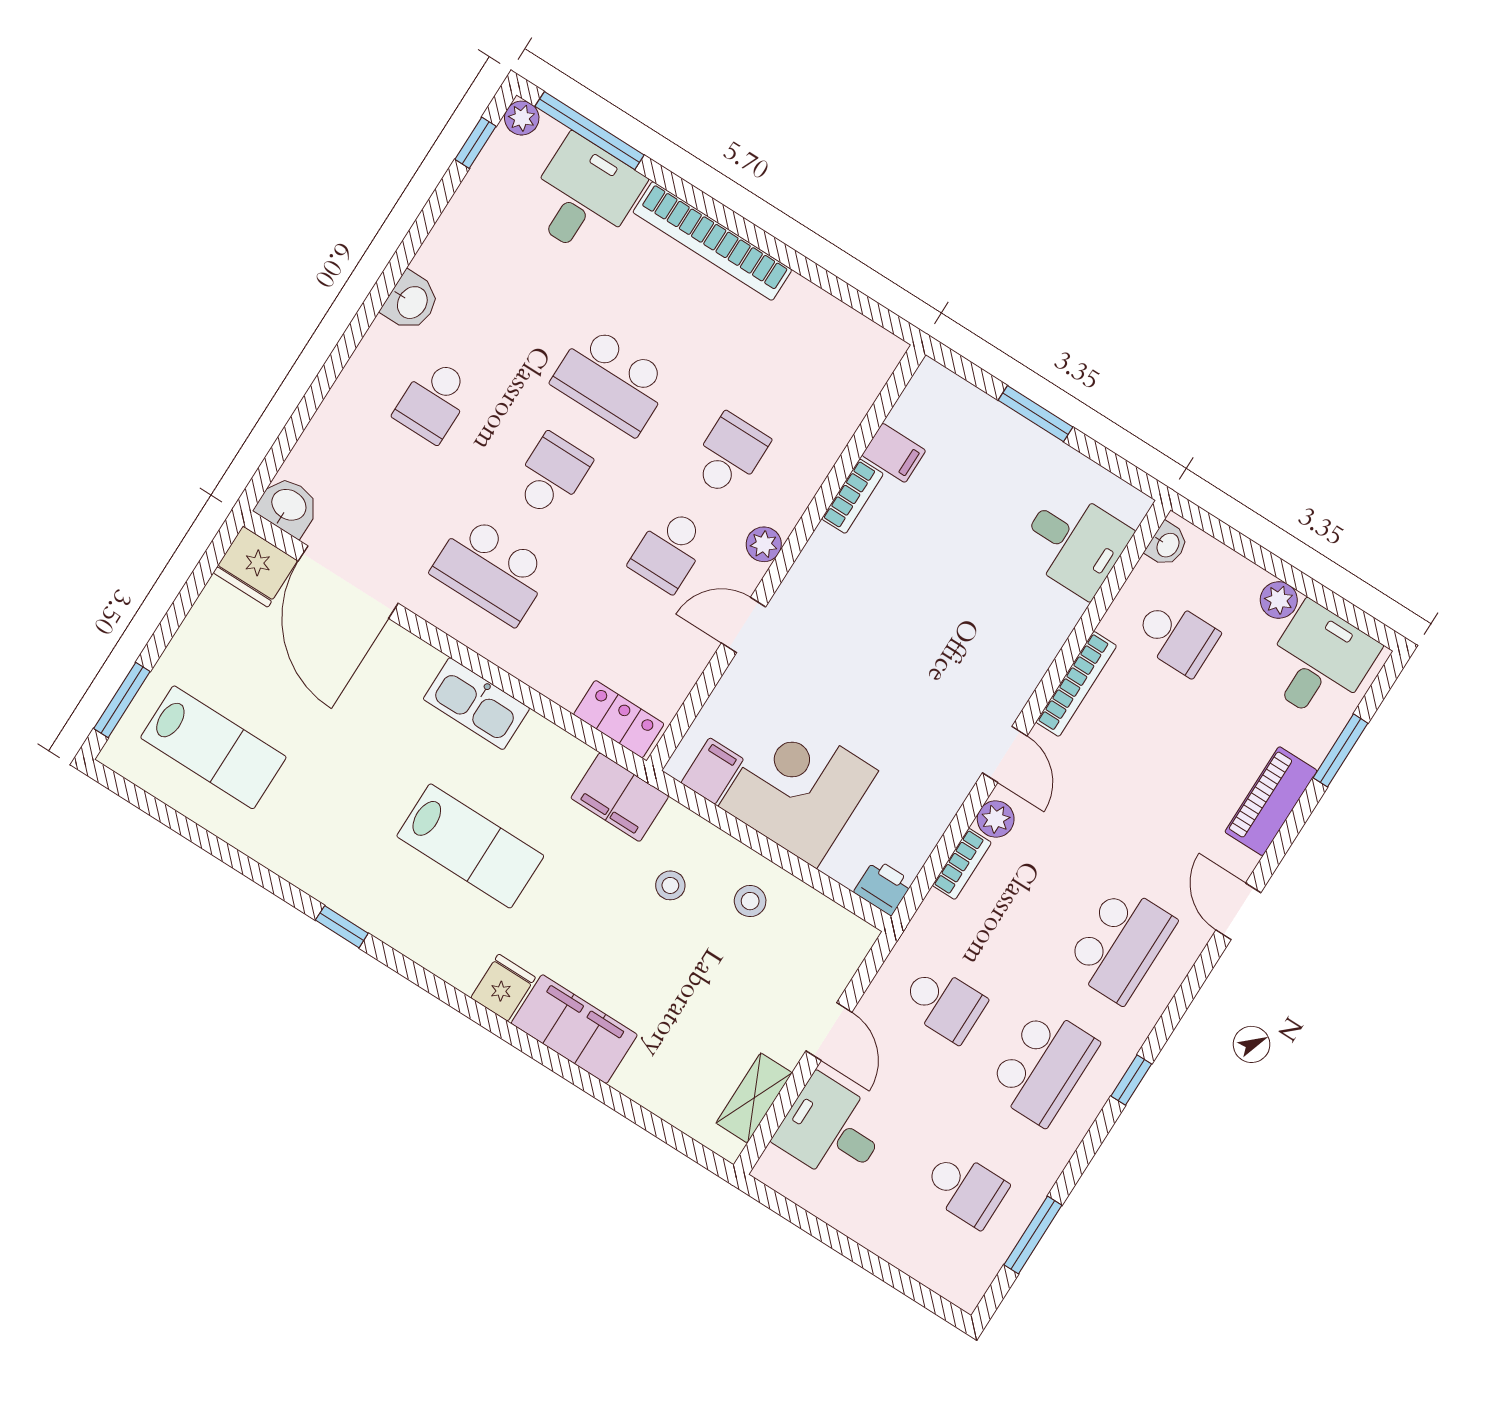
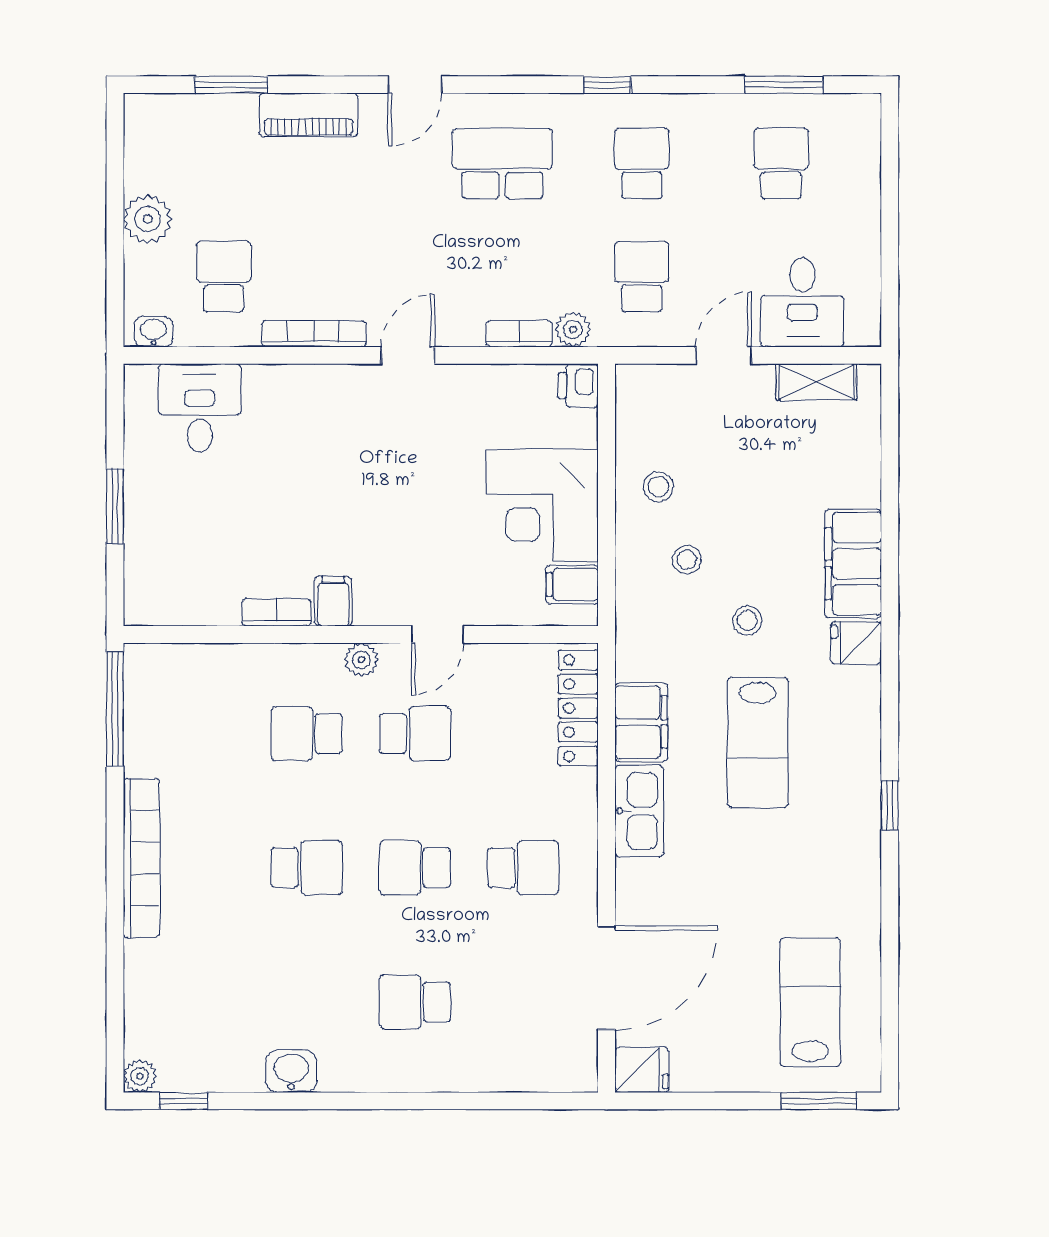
window: (590, 131) -> (115, 709), moved
desk: (584, 196) -> (172, 985), removed
washbasin: (411, 302) -> (291, 1071), moved
school desk: (612, 380) -> (307, 868), width x0.54
school desk: (434, 401) -> (415, 1002), turned 180
filing cabinet: (894, 453) -> (333, 601), moved
washbasin: (288, 506) -> (576, 1066), removed
fridge: (255, 567) -> (642, 1070), width x0.72
school desk: (491, 570) -> (523, 868), width x0.54
plant: (1279, 600) -> (148, 219), width x1.38, depth x1.38
door: (744, 625) -> (437, 634), hinge flipped
desk: (1319, 662) -> (171, 147), removed
locker: (619, 719) -> (578, 708), width x1.53
filing cabinet: (620, 797) -> (641, 722), moved
plant: (996, 819) -> (573, 329), moved
lab bench: (470, 846) -> (758, 743), turned 180
stool: (583, 905) -> (747, 621), added
school desk: (1043, 1066) -> (642, 164), width x0.54

